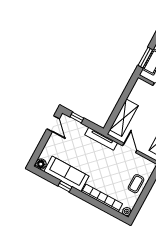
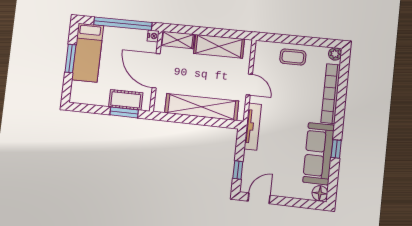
shelving: (124, 118) -> (202, 107), width x1.47
door: (130, 148) -> (249, 85), swing flipped

